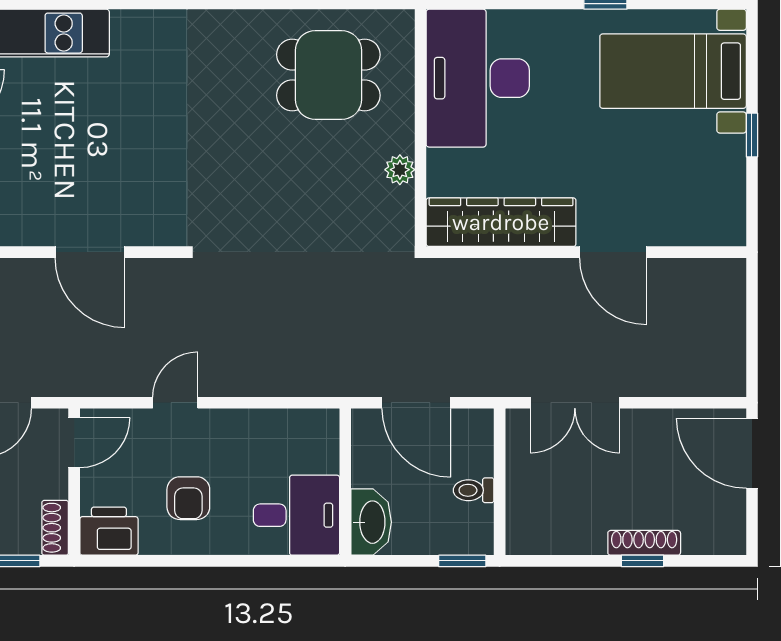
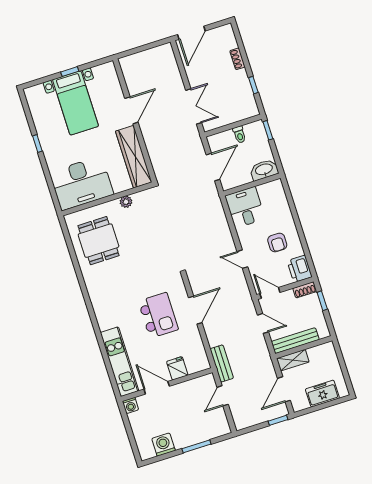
bed with nightstands: (673, 71) -> (75, 103), moved
kitchen island: (106, 160) -> (158, 315), added
armchair: (188, 498) -> (277, 243), turned 90
desk: (296, 515) -> (245, 207), moved
shoe rack: (644, 543) -> (237, 59), width x0.70
window: (643, 561) -> (253, 85), moved

